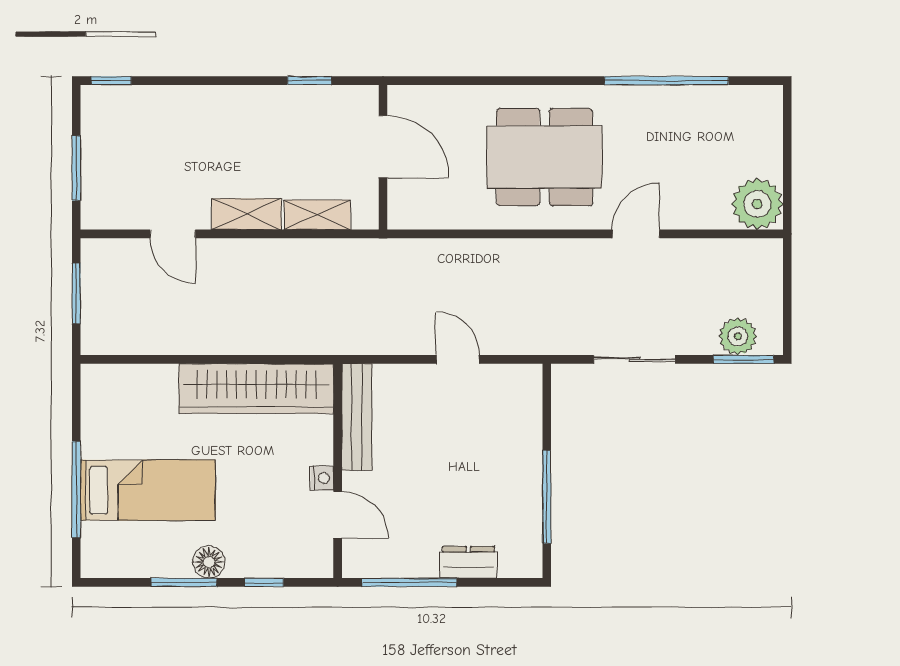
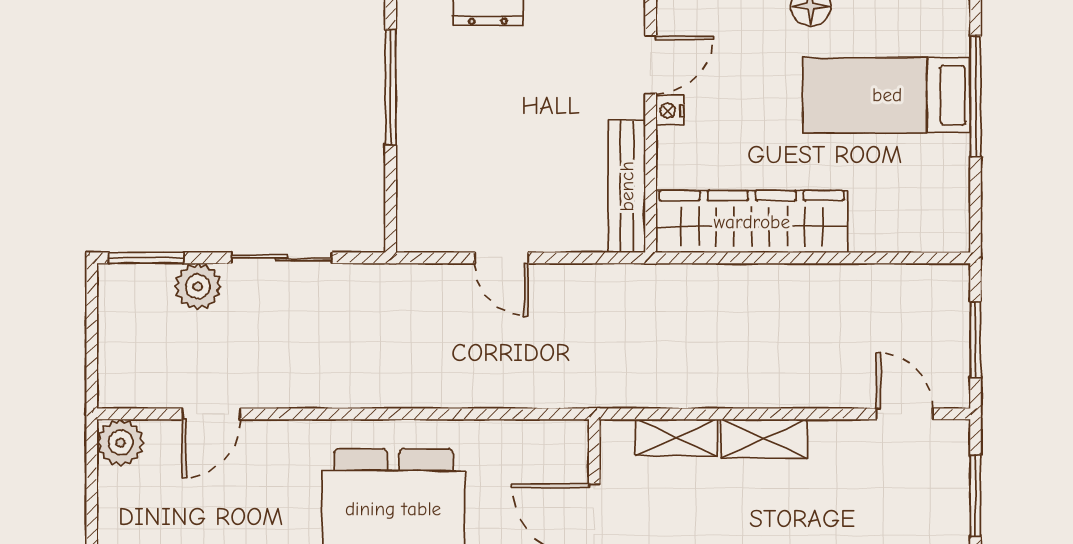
plant: (757, 204) -> (120, 443), width x0.73, depth x0.73
door: (173, 234) -> (905, 414), moved
door: (636, 234) -> (211, 414), moved
plant: (738, 336) -> (198, 286), moved
door: (338, 515) -> (651, 65), swing flipped

